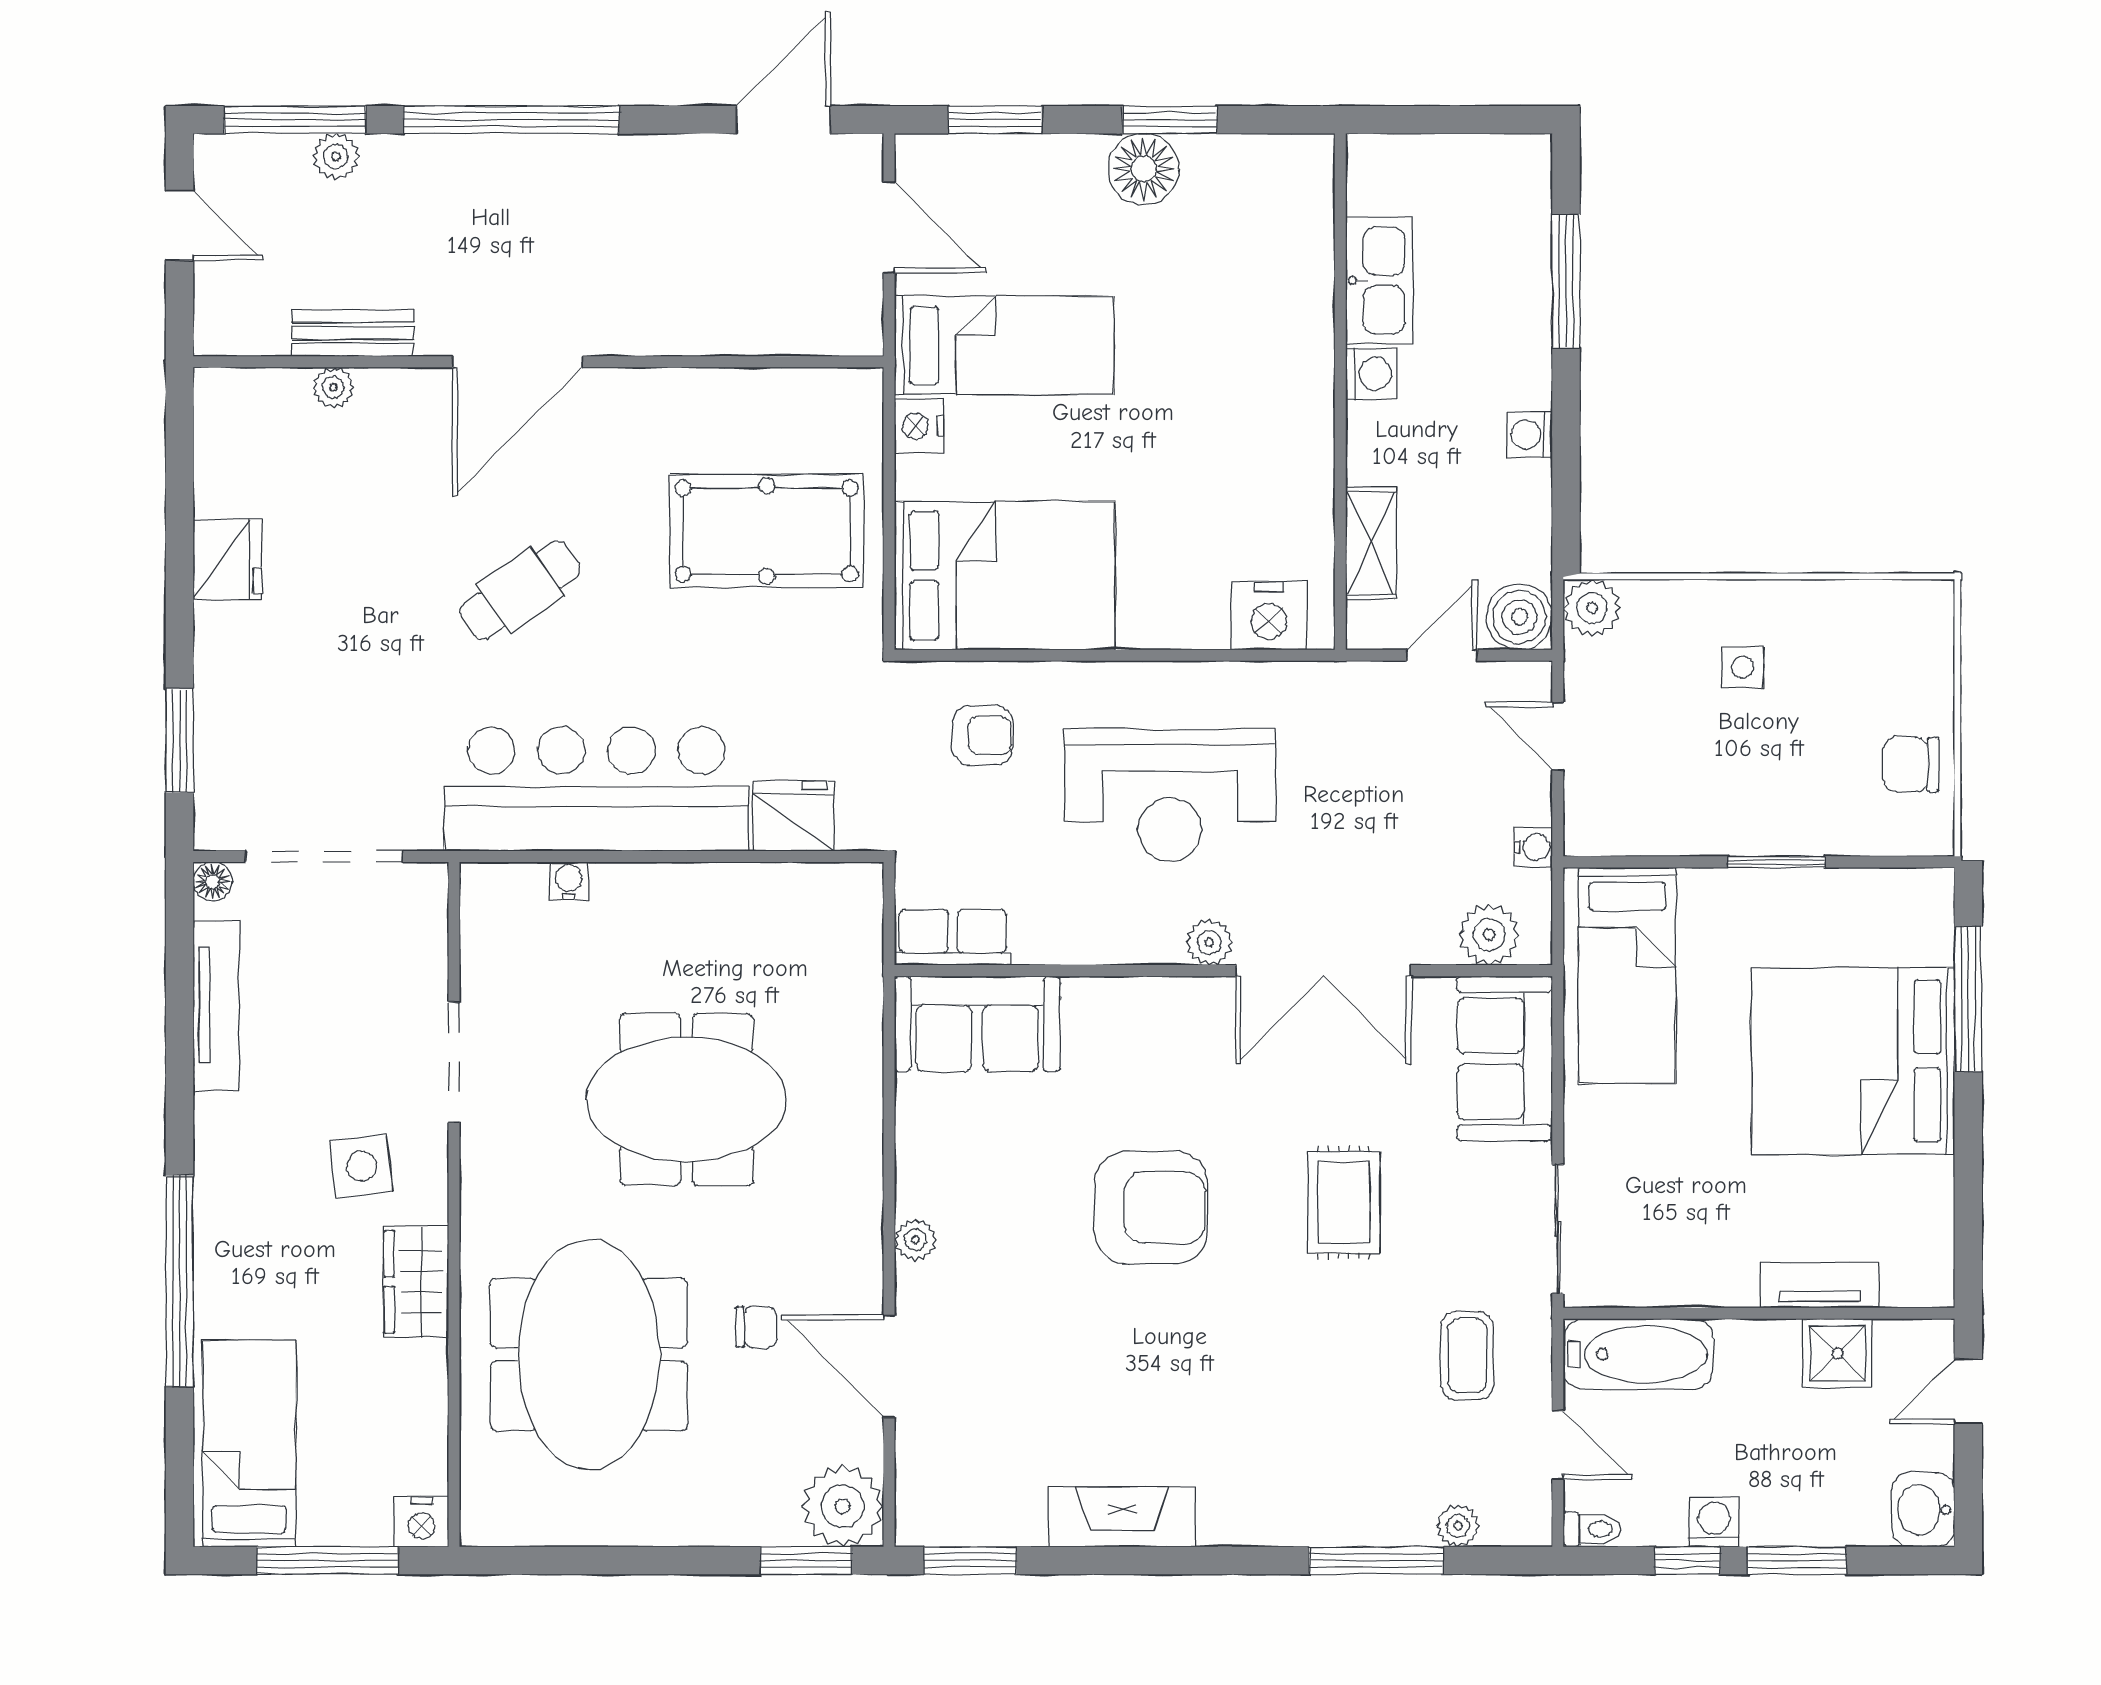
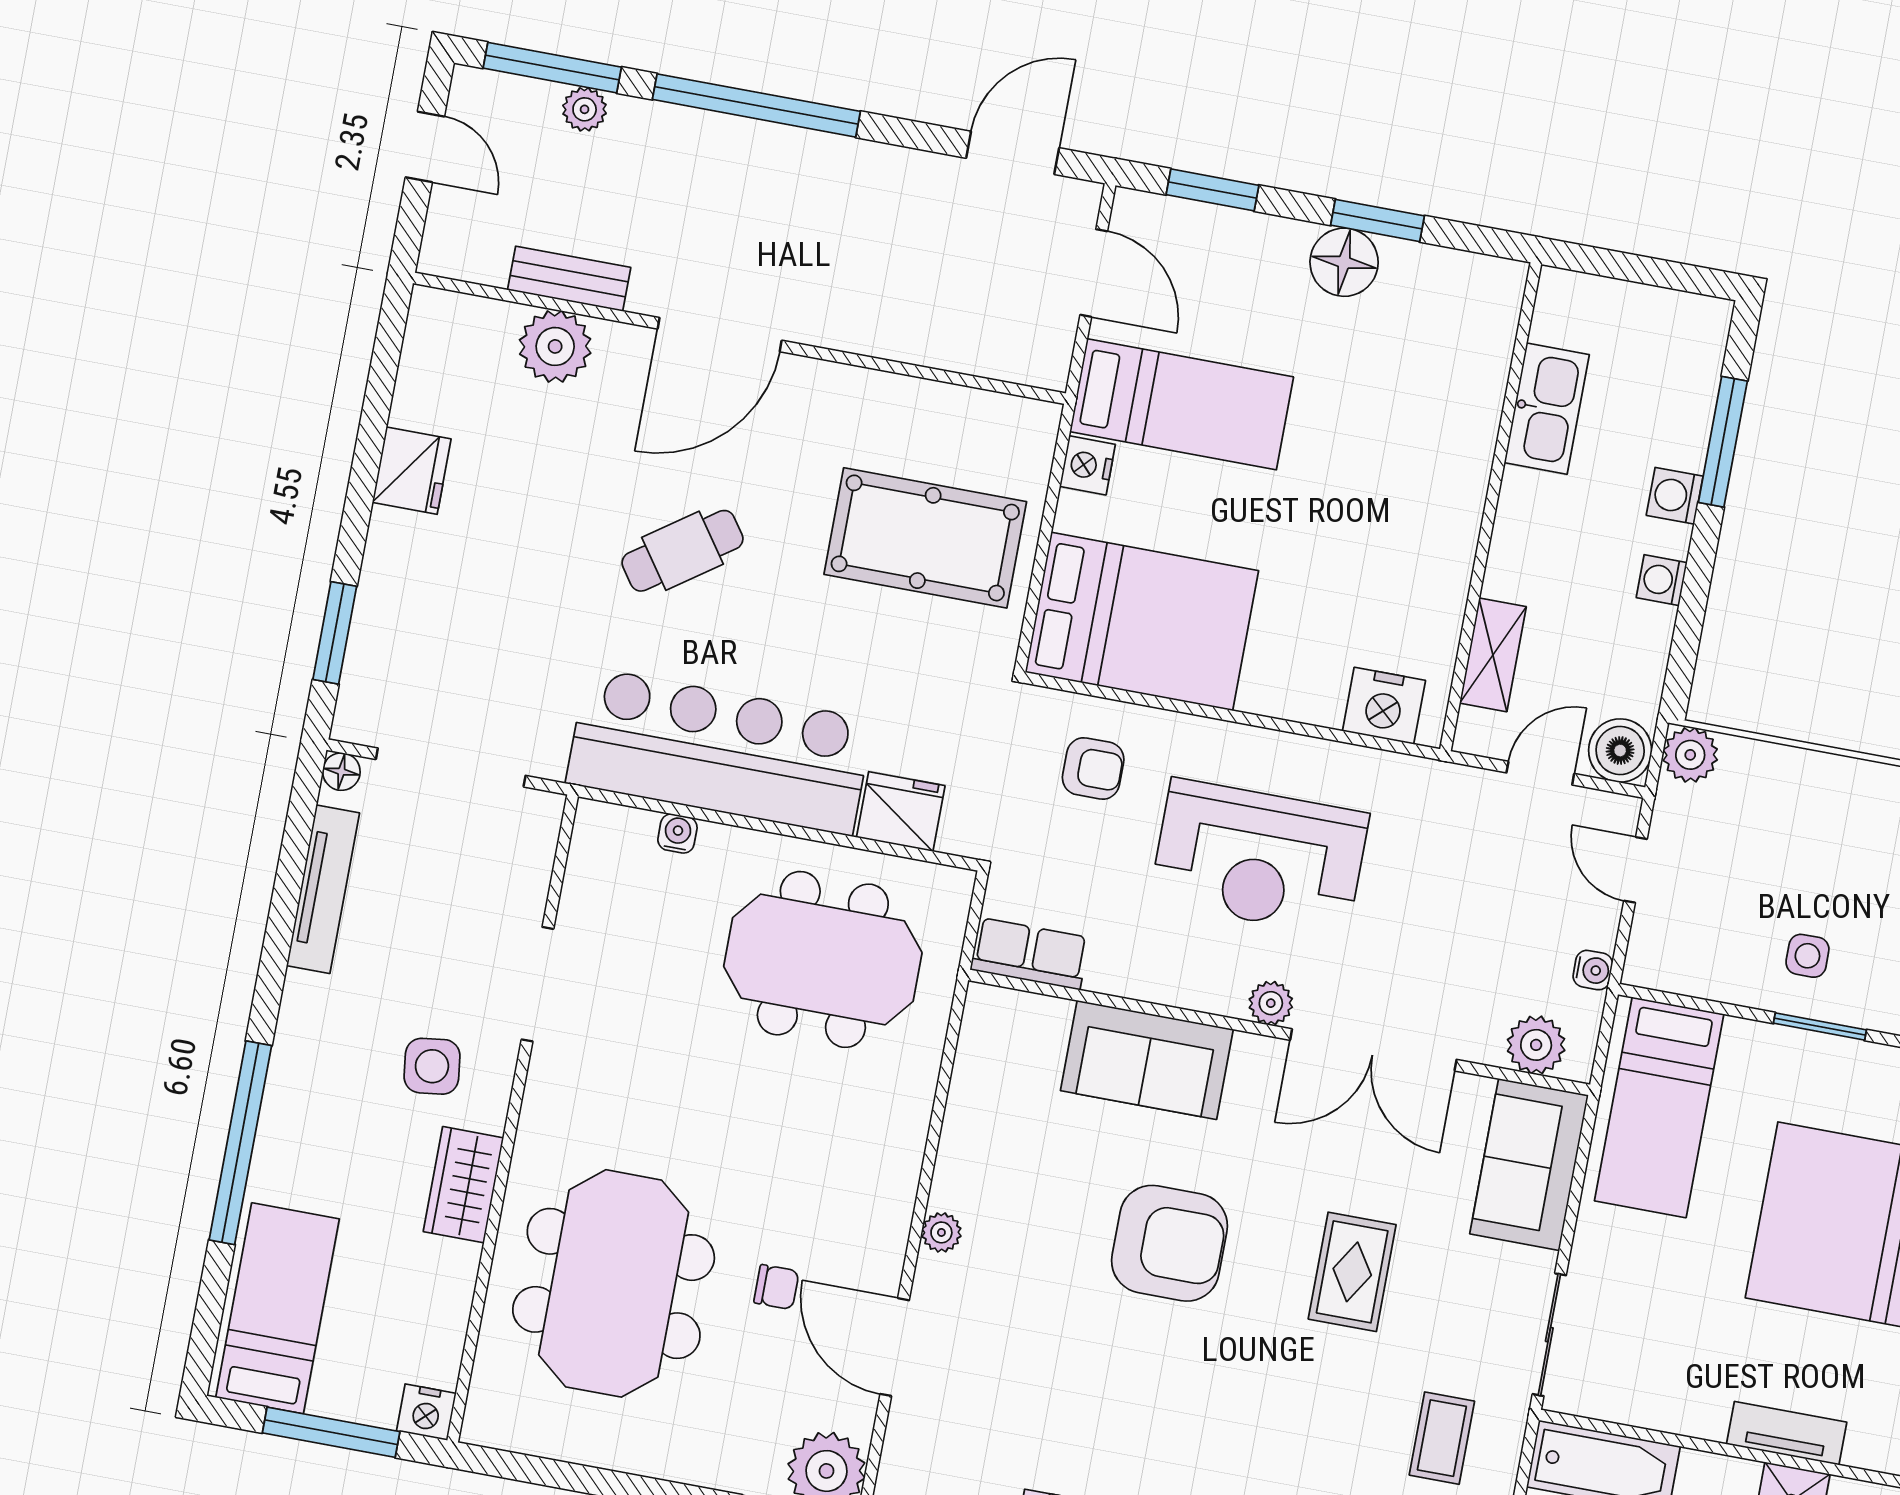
washing machine: (1371, 374) -> (1675, 496), moved, turned 180
plant: (333, 387) -> (555, 346), width x1.87, depth x1.87
side table: (1743, 667) -> (1807, 956), moved
sofa: (977, 1024) -> (1147, 1060), moved
meeting table: (686, 1100) -> (823, 959), moved

